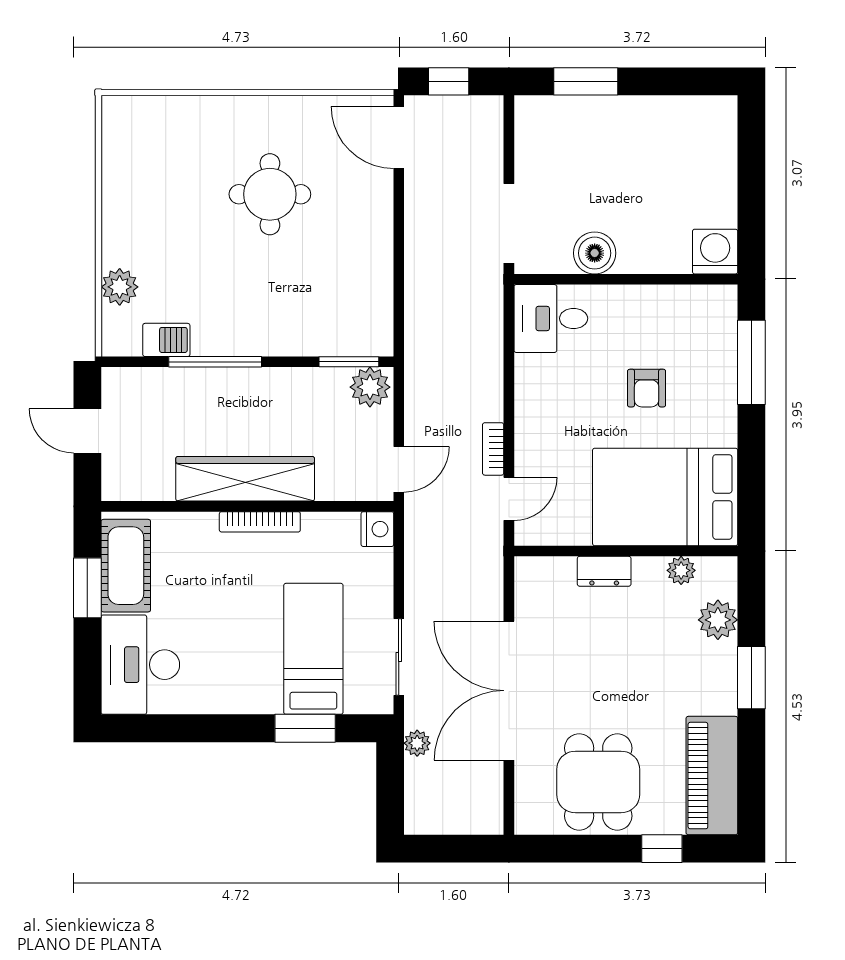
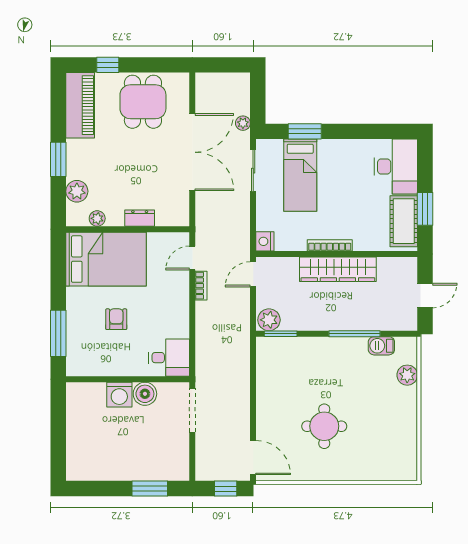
washing machine: (715, 252) -> (119, 395), moved
door: (87, 431) -> (425, 296), hinge flipped

